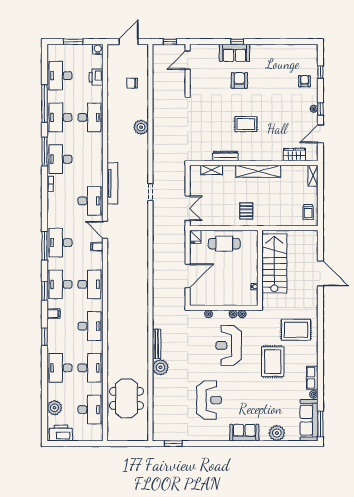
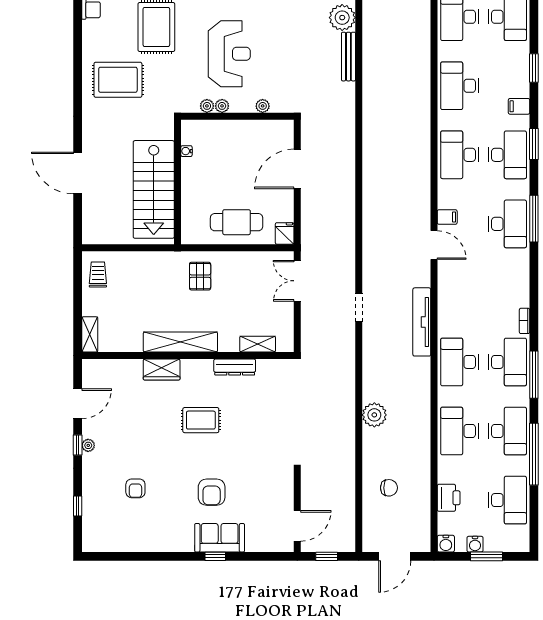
water cooler: (80, 49) -> (475, 544), added
armchair: (305, 81) -> (135, 488), moved
wardrobe: (294, 155) -> (162, 369), moved
desk: (89, 201) -> (460, 362), moved

